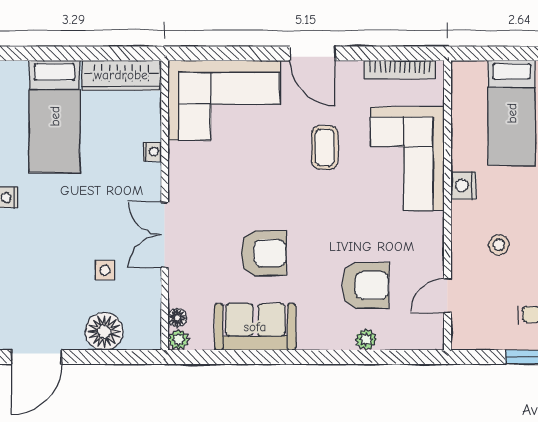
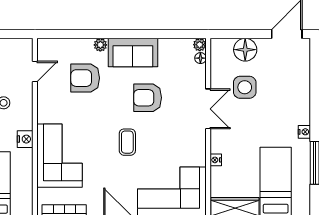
coffee table: (325, 147) -> (127, 142), moved
side table: (105, 270) -> (245, 87), width x1.87, depth x1.87
sofa: (255, 327) -> (133, 53), moved
plant: (366, 339) -> (100, 45), moved

